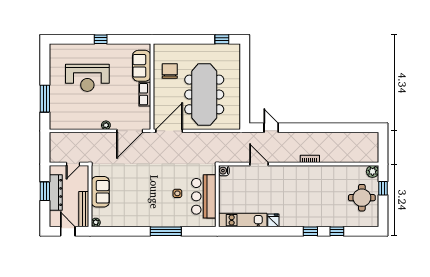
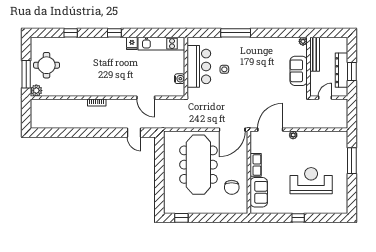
water cooler: (224, 171) -> (180, 79), moved
window: (383, 188) -> (26, 74), width x2.17
door: (68, 231) -> (330, 33), removed
window: (310, 231) -> (114, 33), moved

